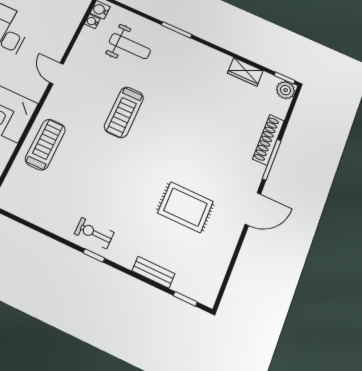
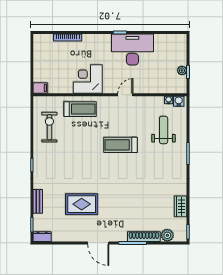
weight bench: (130, 46) -> (164, 130), turned 180
plant: (286, 90) -> (167, 235), moved
rug: (185, 207) -> (82, 204), turned 90
exercise bike: (94, 233) -> (49, 127), moved, width x1.38, depth x1.39
dresser: (210, 291) -> (42, 237), added

